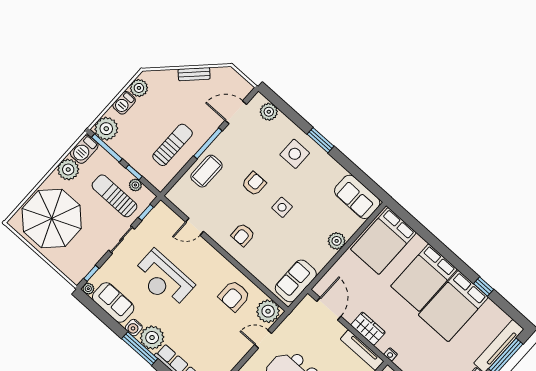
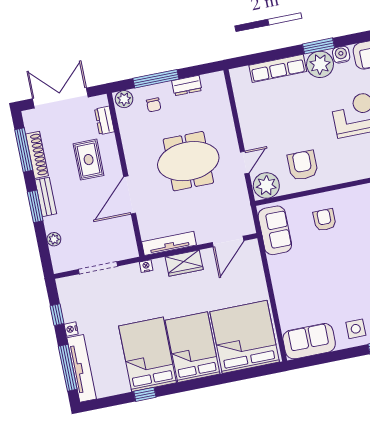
side table: (282, 207) -> (356, 329), moved
armchair: (243, 235) -> (324, 220), moved
plant: (337, 241) -> (283, 293), removed
bed: (383, 241) -> (245, 337), width x1.36
door: (329, 309) -> (228, 241), hinge flipped
window: (140, 349) -> (318, 46), width x0.69

